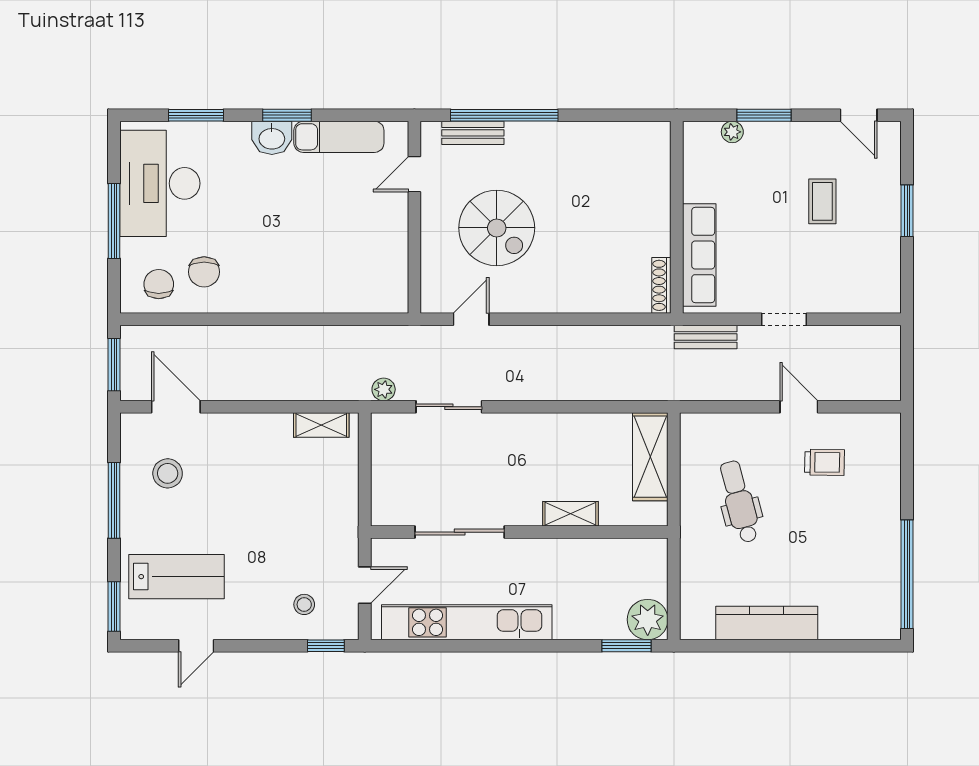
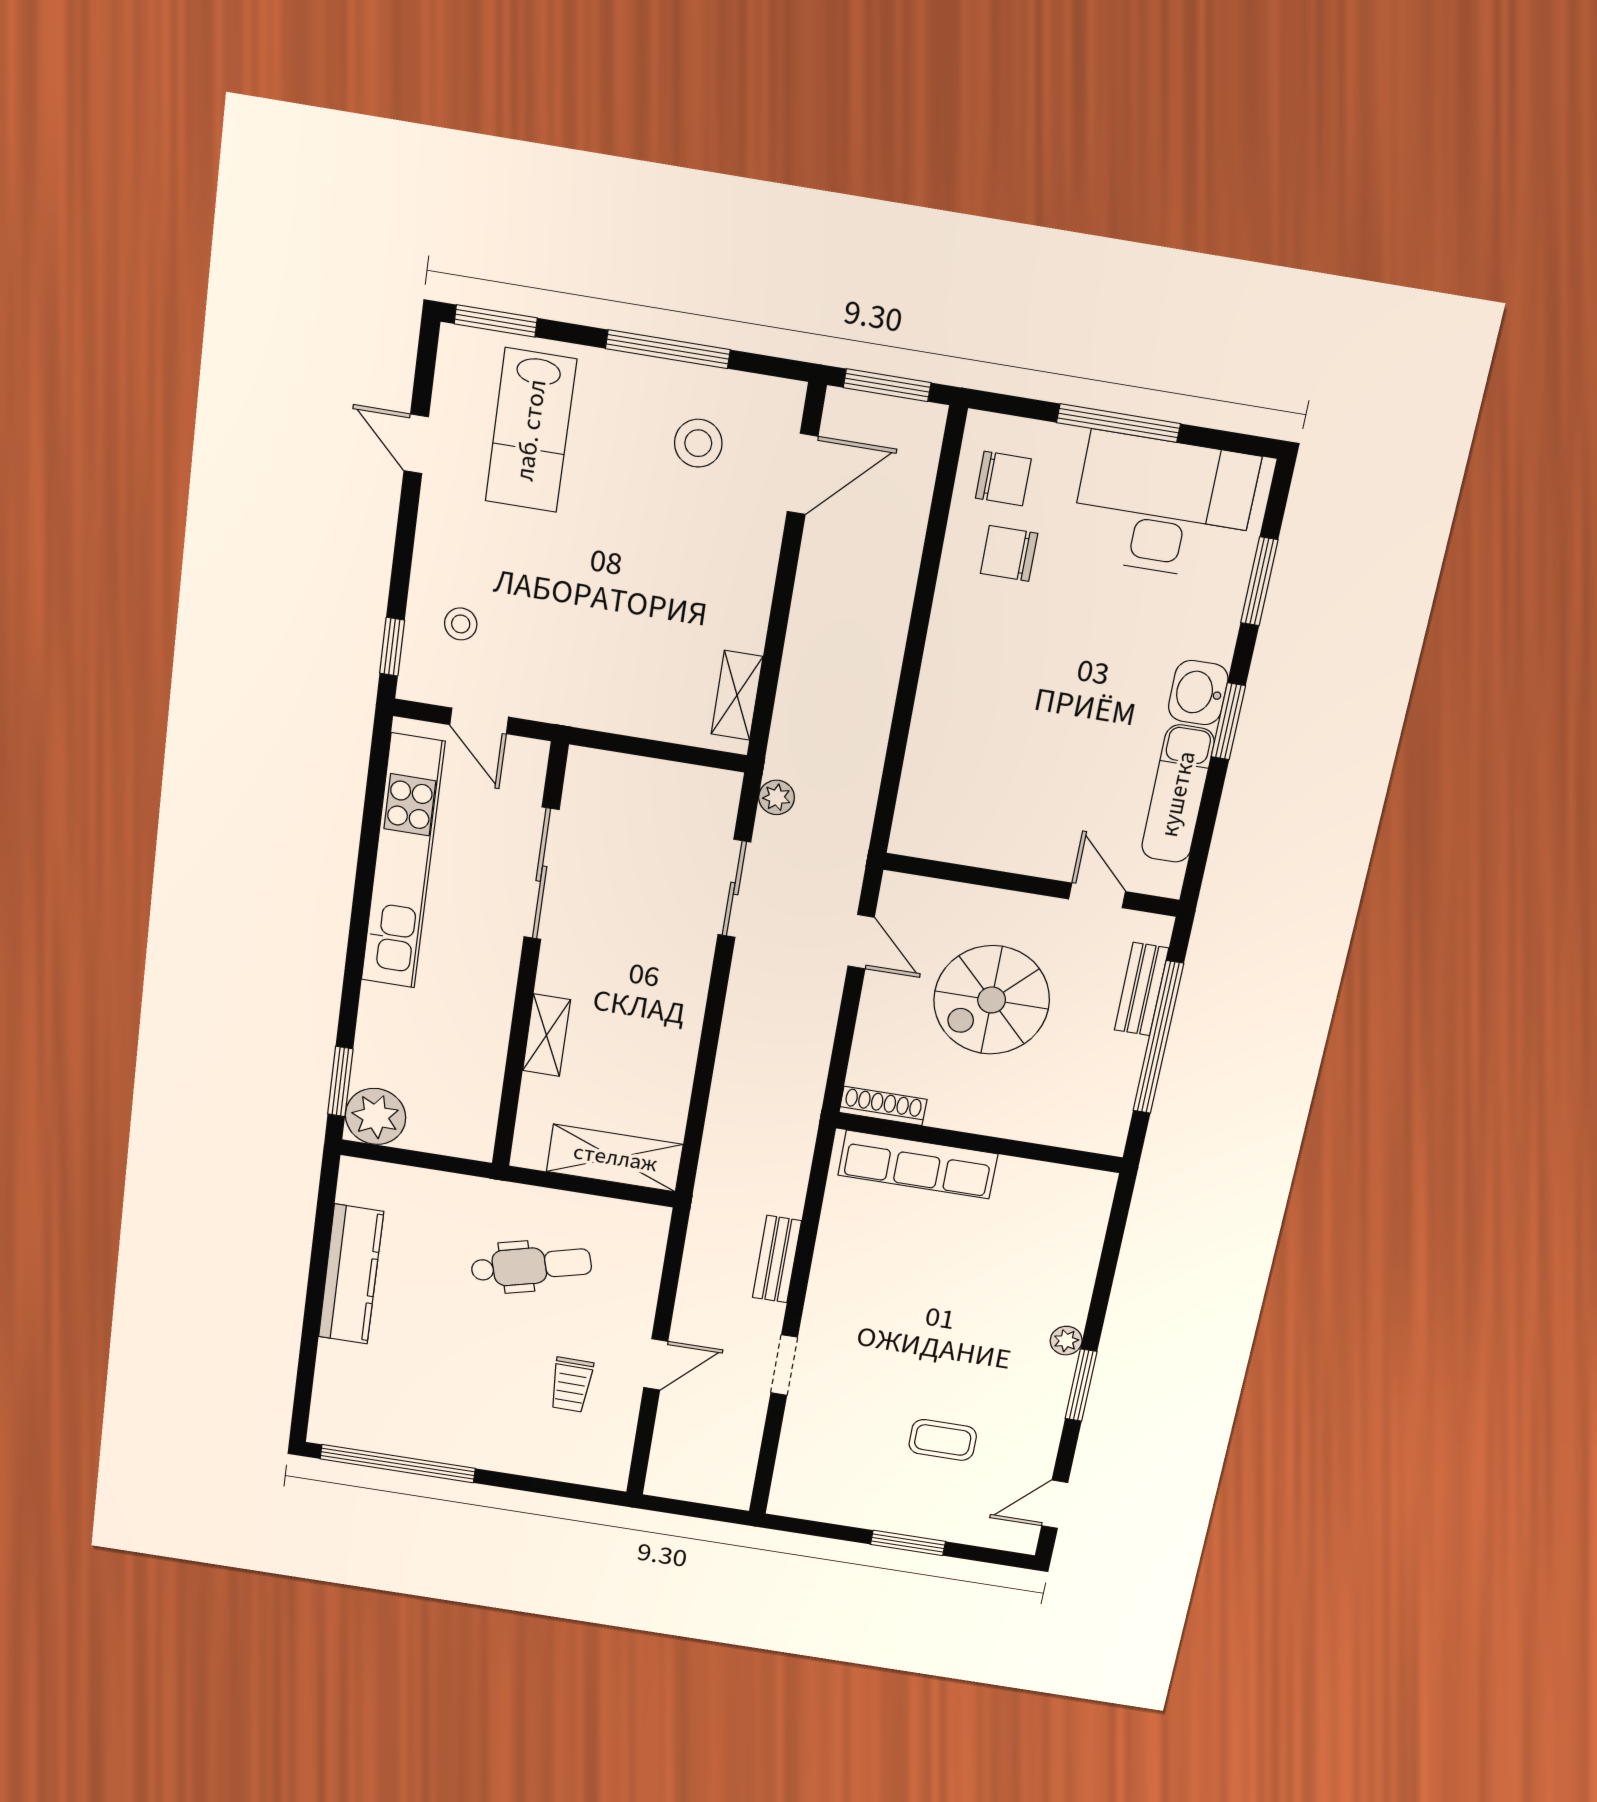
wall: (677, 217) -> (979, 1143), moved
row of seats: (699, 255) -> (918, 1165), moved
shoe rack: (661, 285) -> (883, 1106), moved

